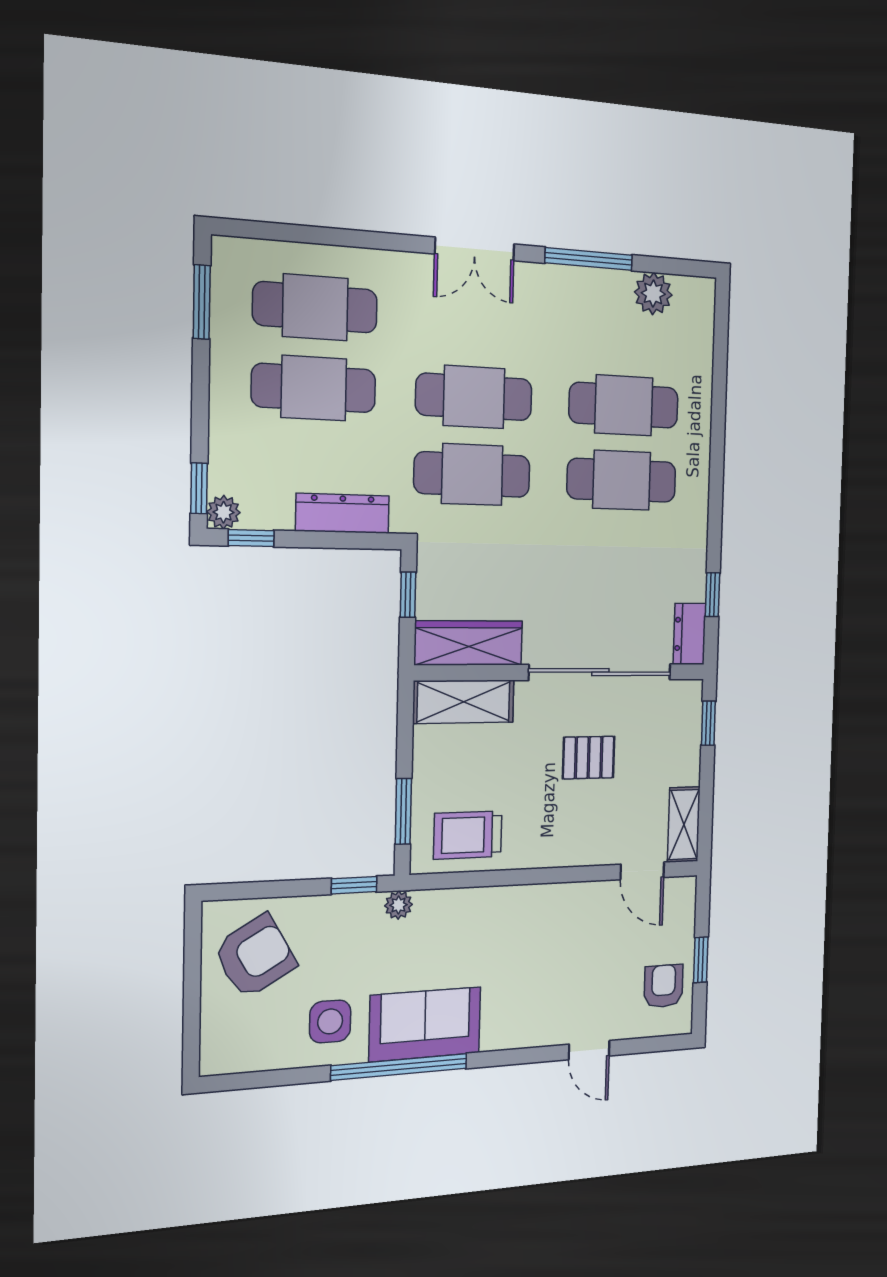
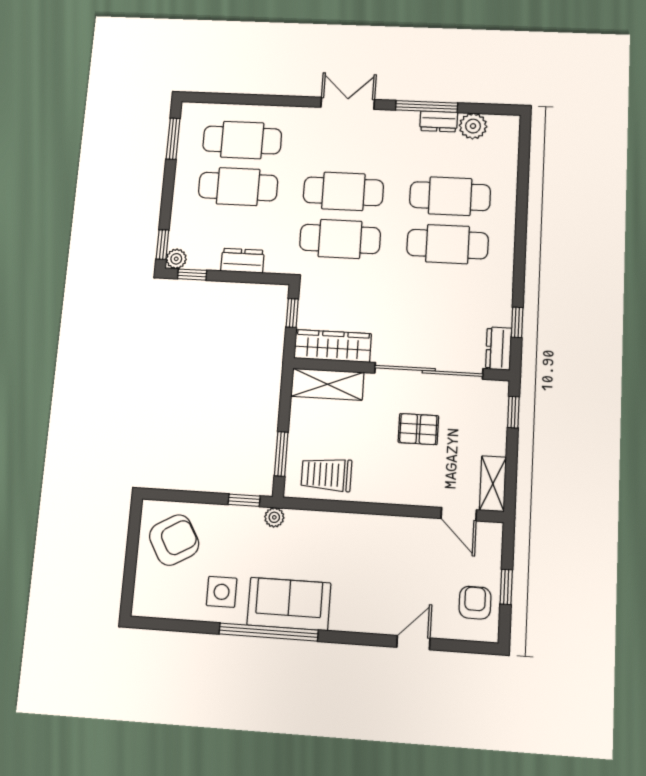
double door: (475, 249) -> (348, 103), swing flipped
dresser: (606, 284) -> (439, 121), added
dresser: (343, 513) -> (242, 261), width x0.70
door: (589, 1050) -> (413, 643), swing flipped

